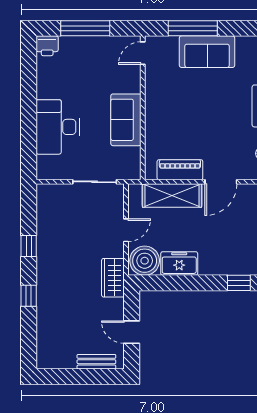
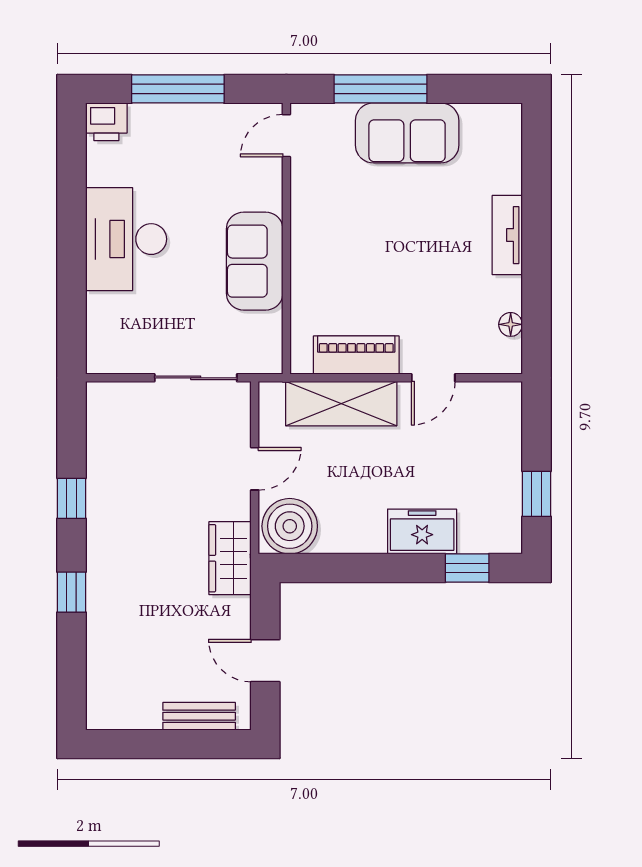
desk: (58, 127) -> (126, 239), moved
door: (221, 182) -> (433, 378), width x0.73
freezer: (179, 263) -> (422, 531), moved

